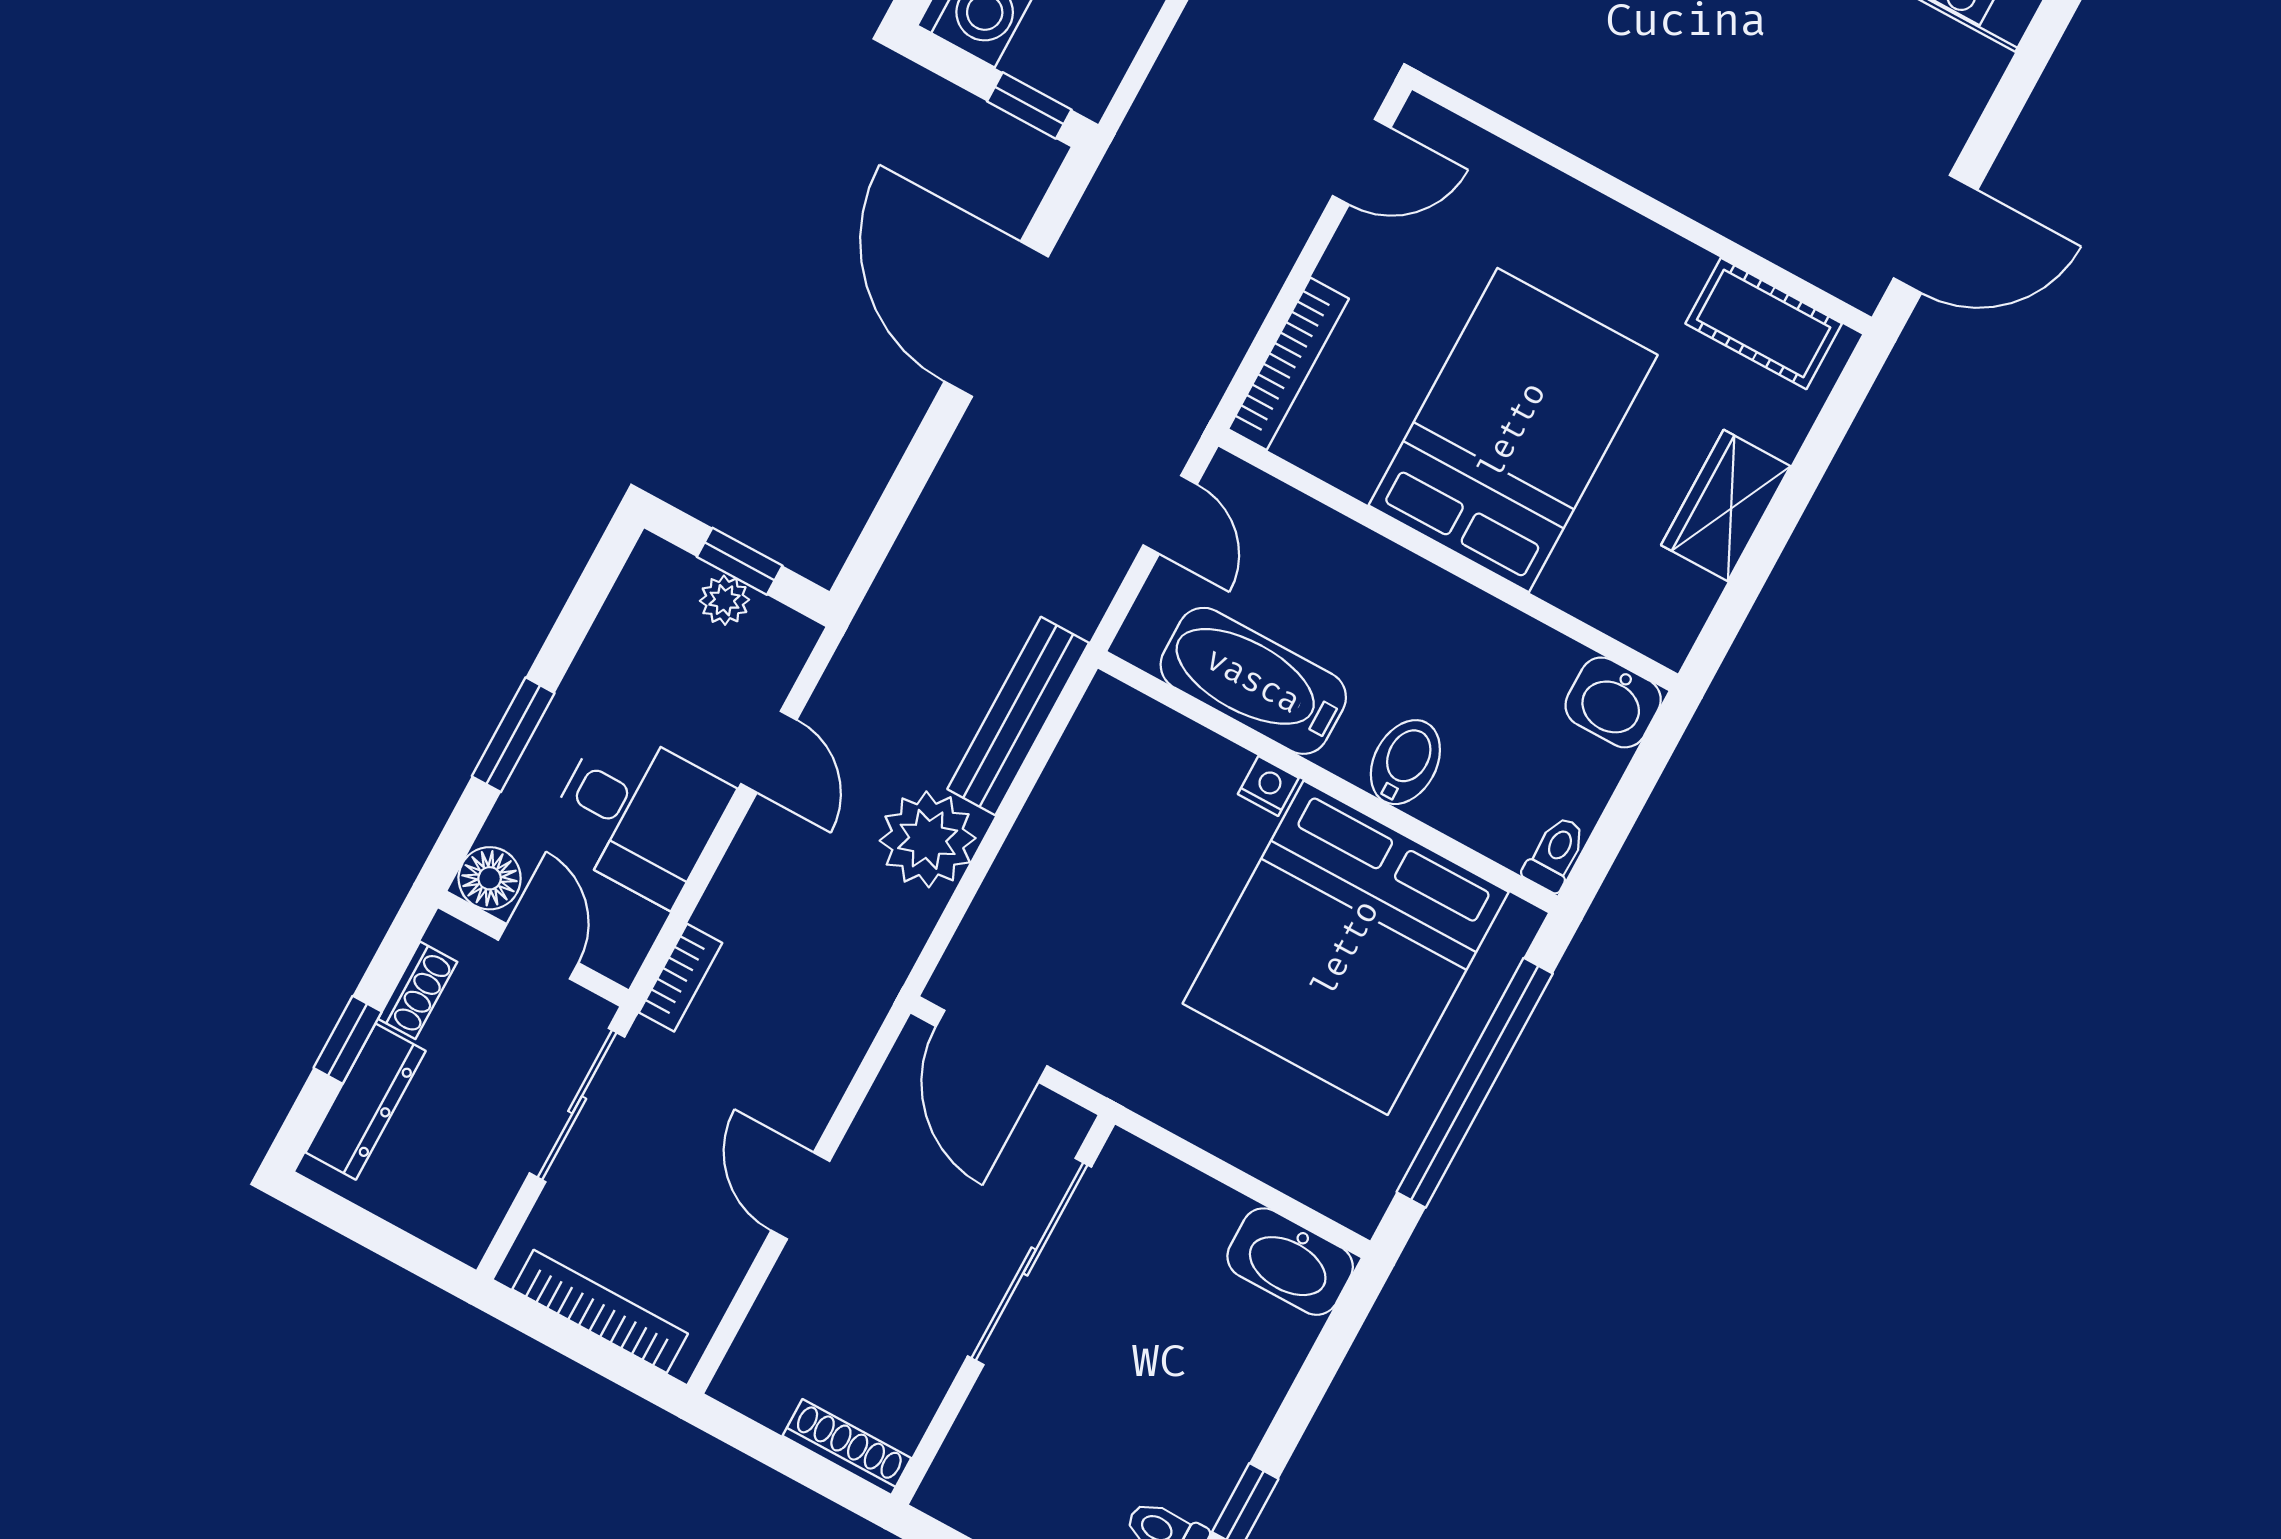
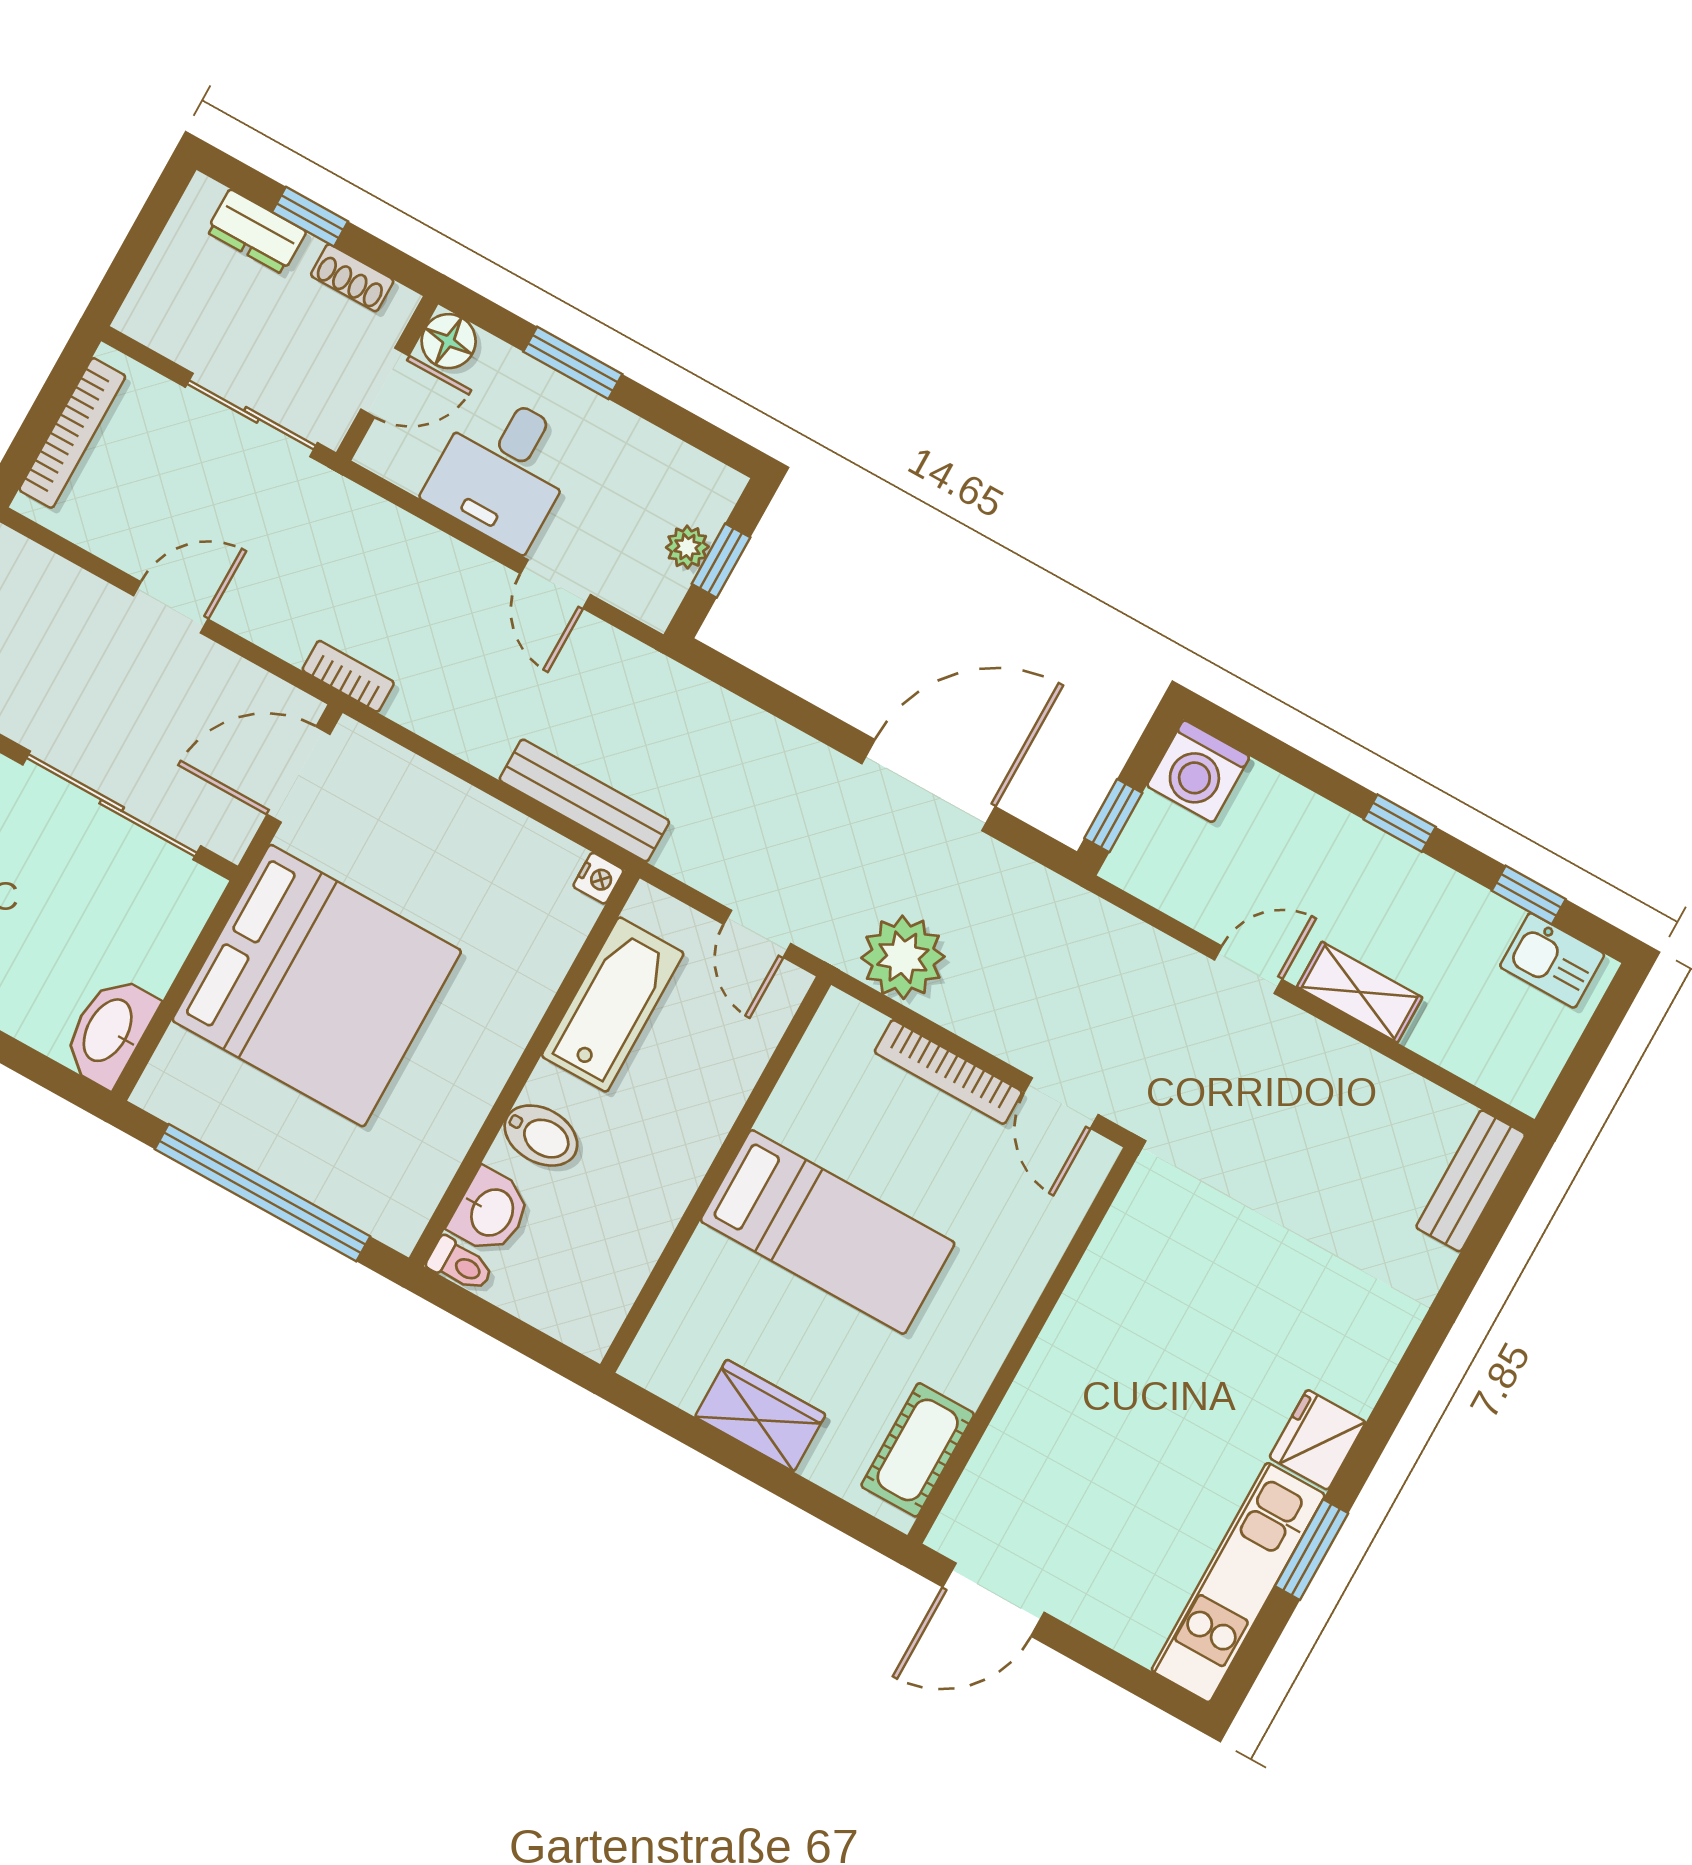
door: (1935, 234) -> (994, 1600), hinge flipped
bookcase: (1288, 364) -> (948, 1072), moved
bed: (1513, 430) -> (828, 1232), width x0.67
door: (1170, 515) -> (757, 934), hinge flipped
washbasin: (1613, 702) -> (490, 1212), moved, turned 180
door: (769, 752) -> (556, 584), hinge flipped
nightstand: (1268, 786) -> (598, 878), moved
plant: (928, 839) -> (903, 957), moved
bed: (1346, 948) -> (317, 986), moved, turned 180
bookcase: (681, 978) -> (348, 676), moved, turned 180
dresser: (366, 1102) -> (256, 232), width x0.70

